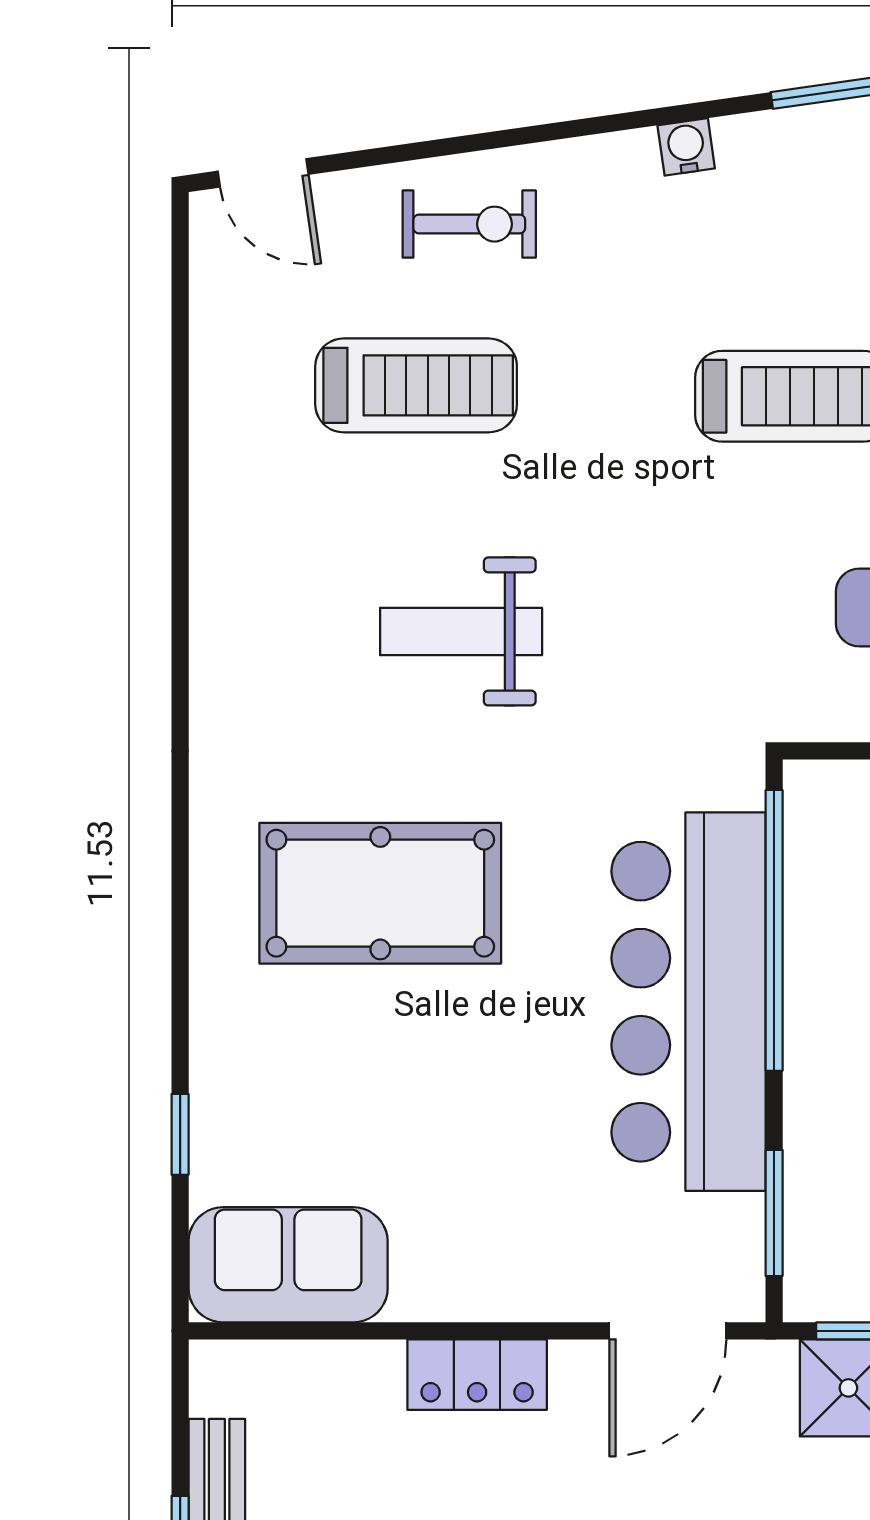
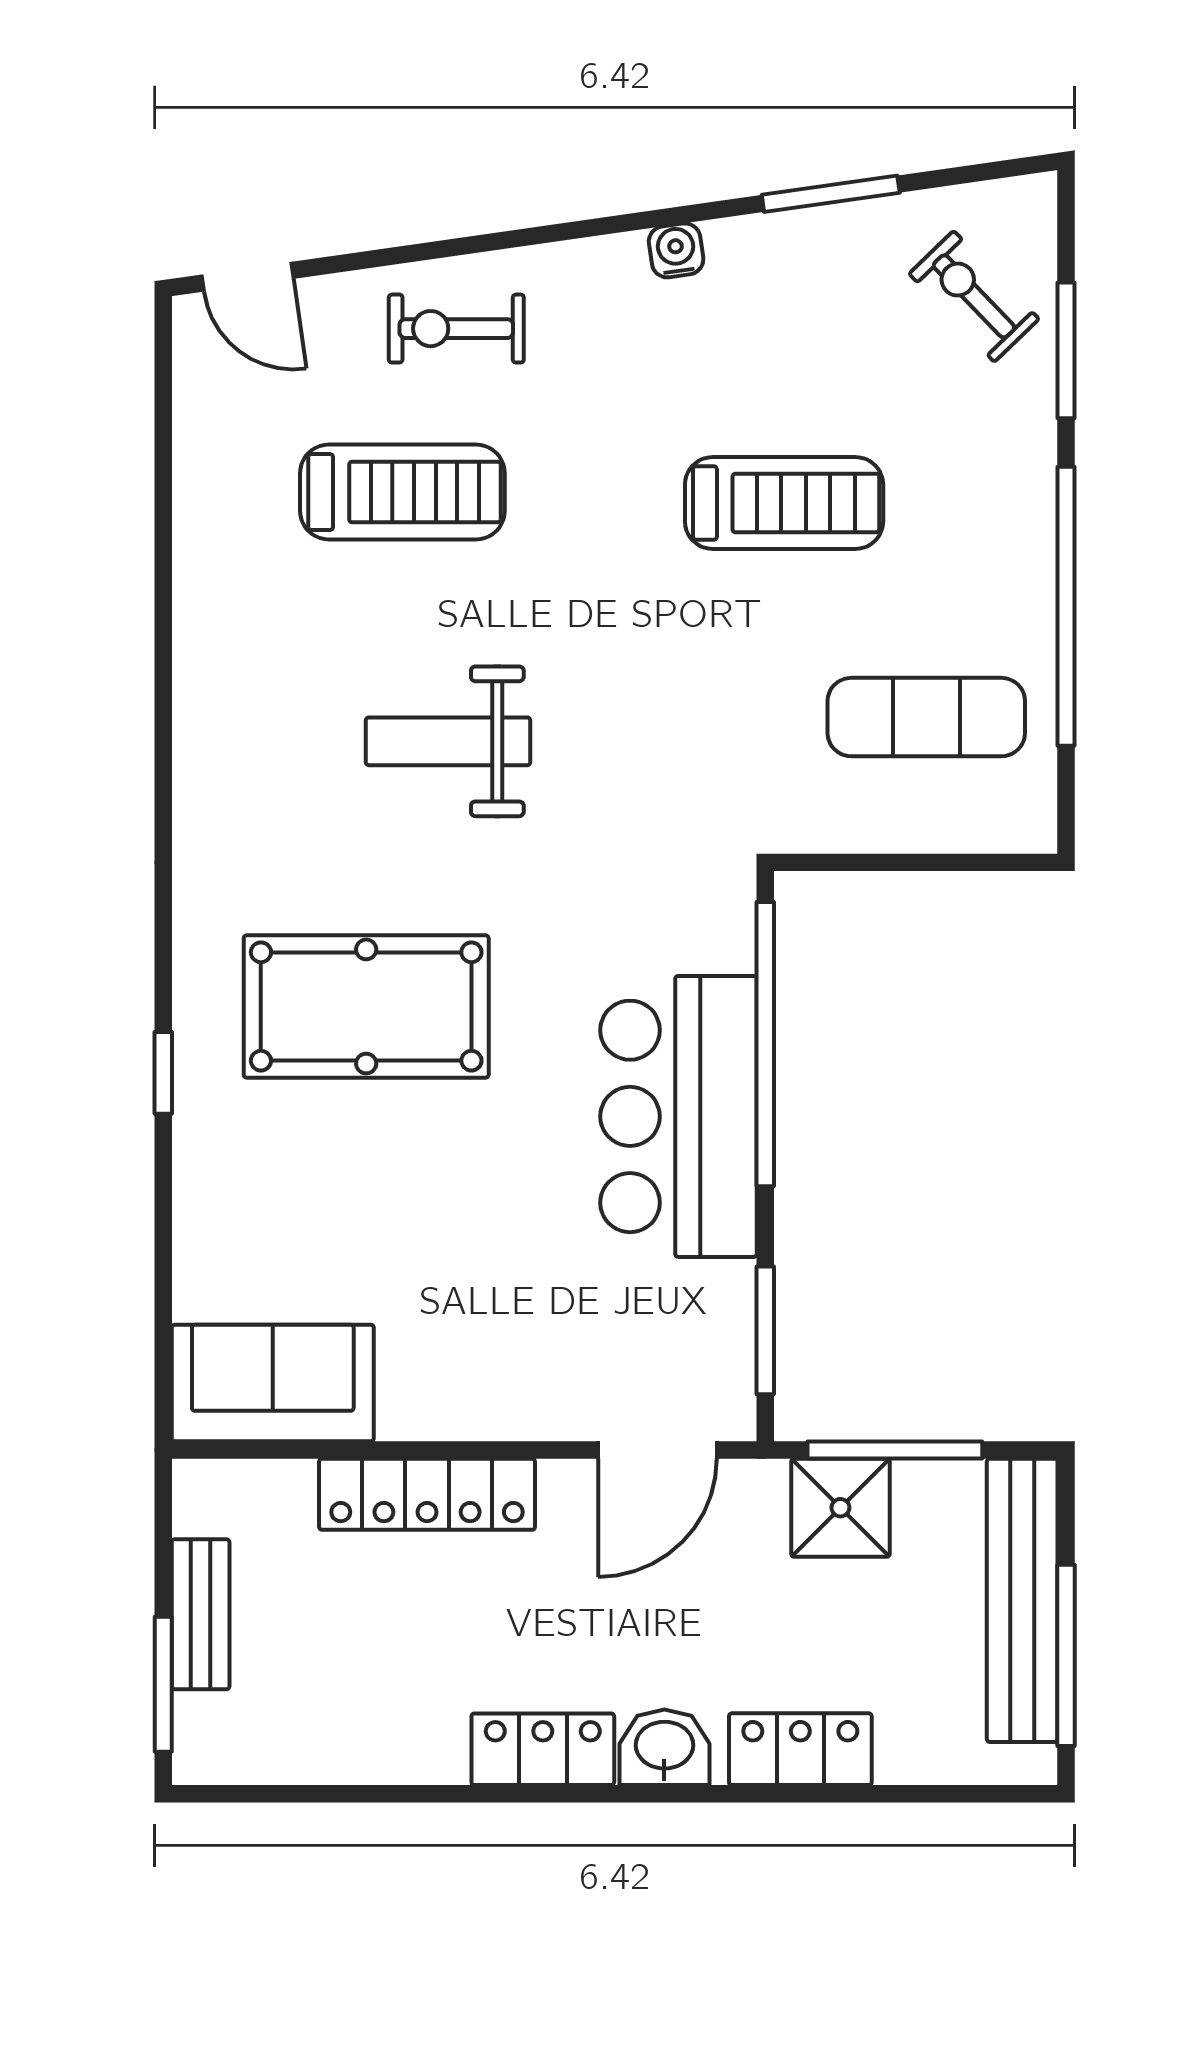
exercise bike: (469, 224) -> (456, 329), turned 180
bar counter: (689, 1002) -> (678, 1116), width x0.73
window: (180, 1134) -> (163, 1073), moved
locker: (477, 1375) -> (427, 1494), width x1.53

